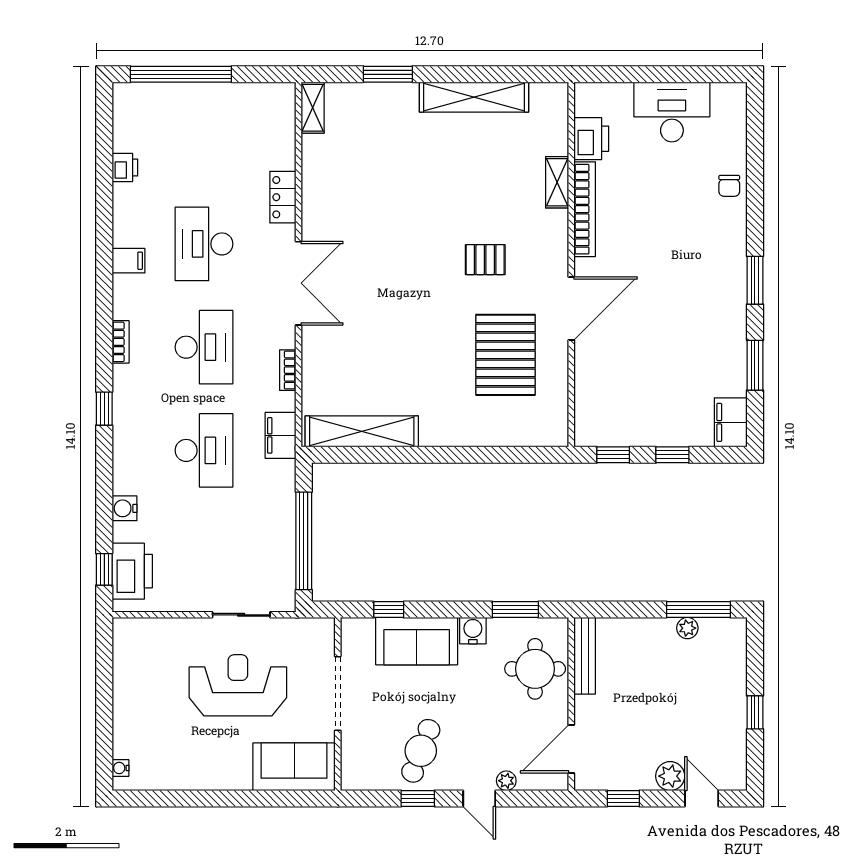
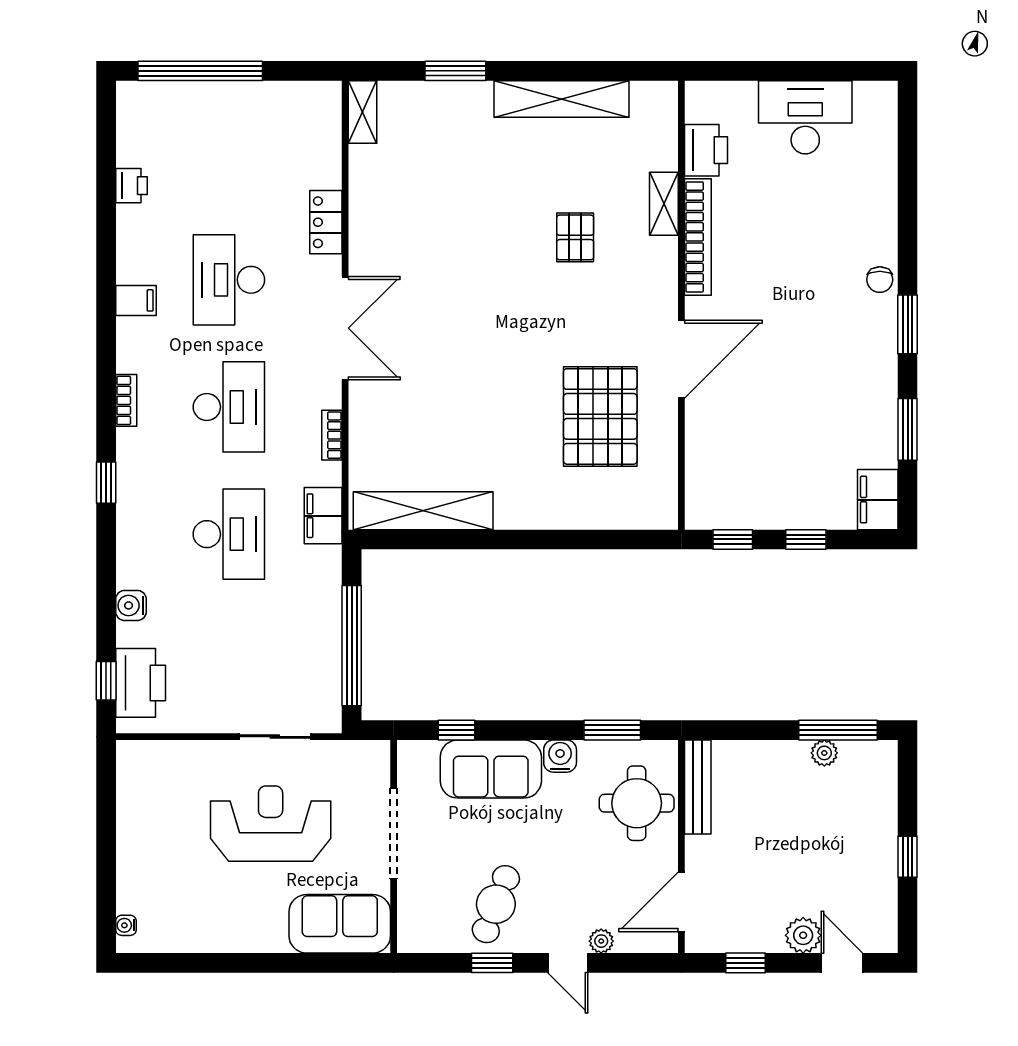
chair: (729, 186) -> (880, 280), moved
pallet: (485, 260) -> (575, 237), moved, turned 90

